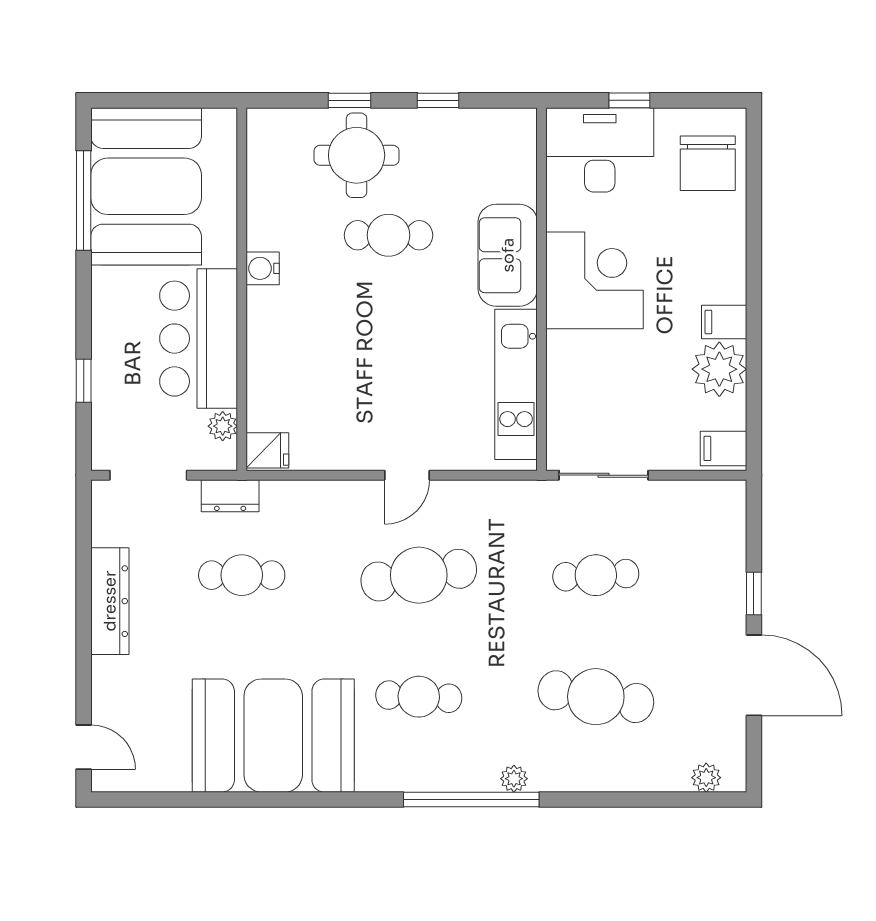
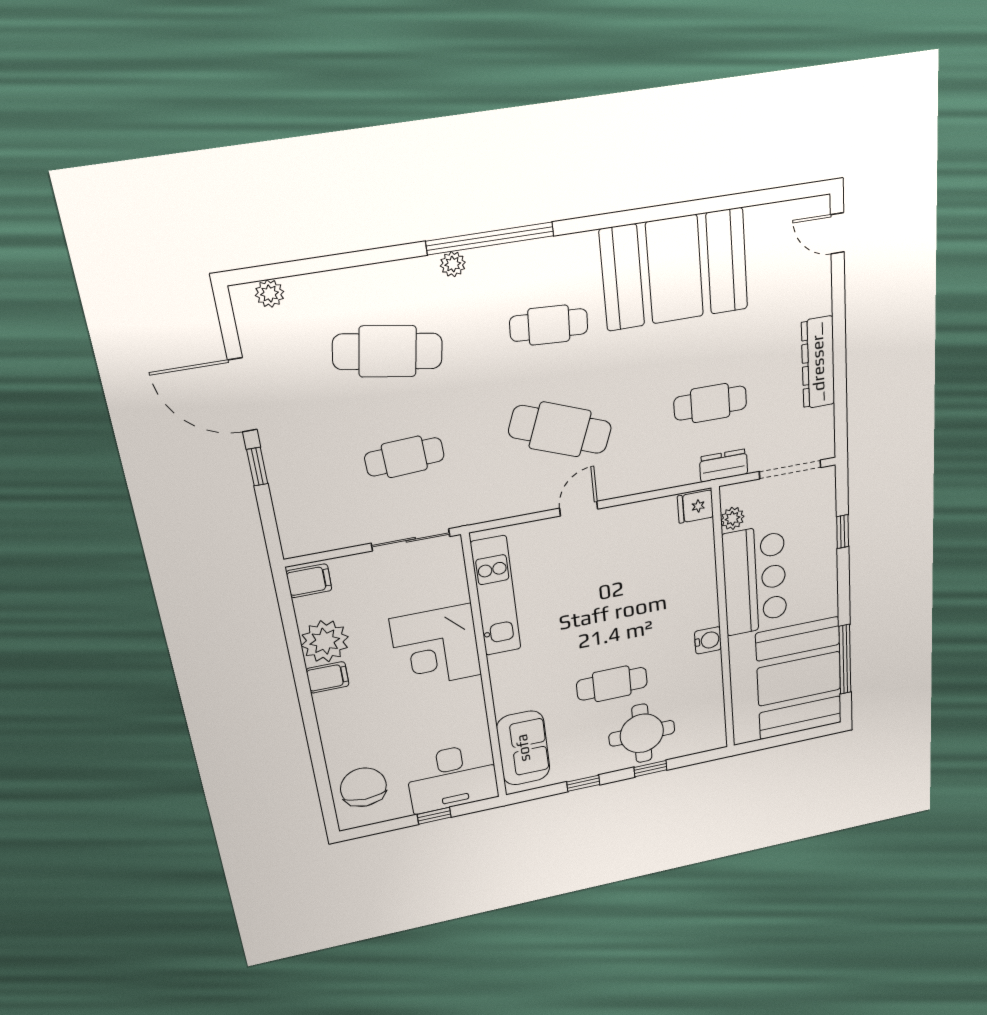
sofa: (508, 255) -> (523, 748), moved
corner desk: (594, 280) -> (436, 647), moved
cafe table: (419, 575) -> (560, 430), turned 30

